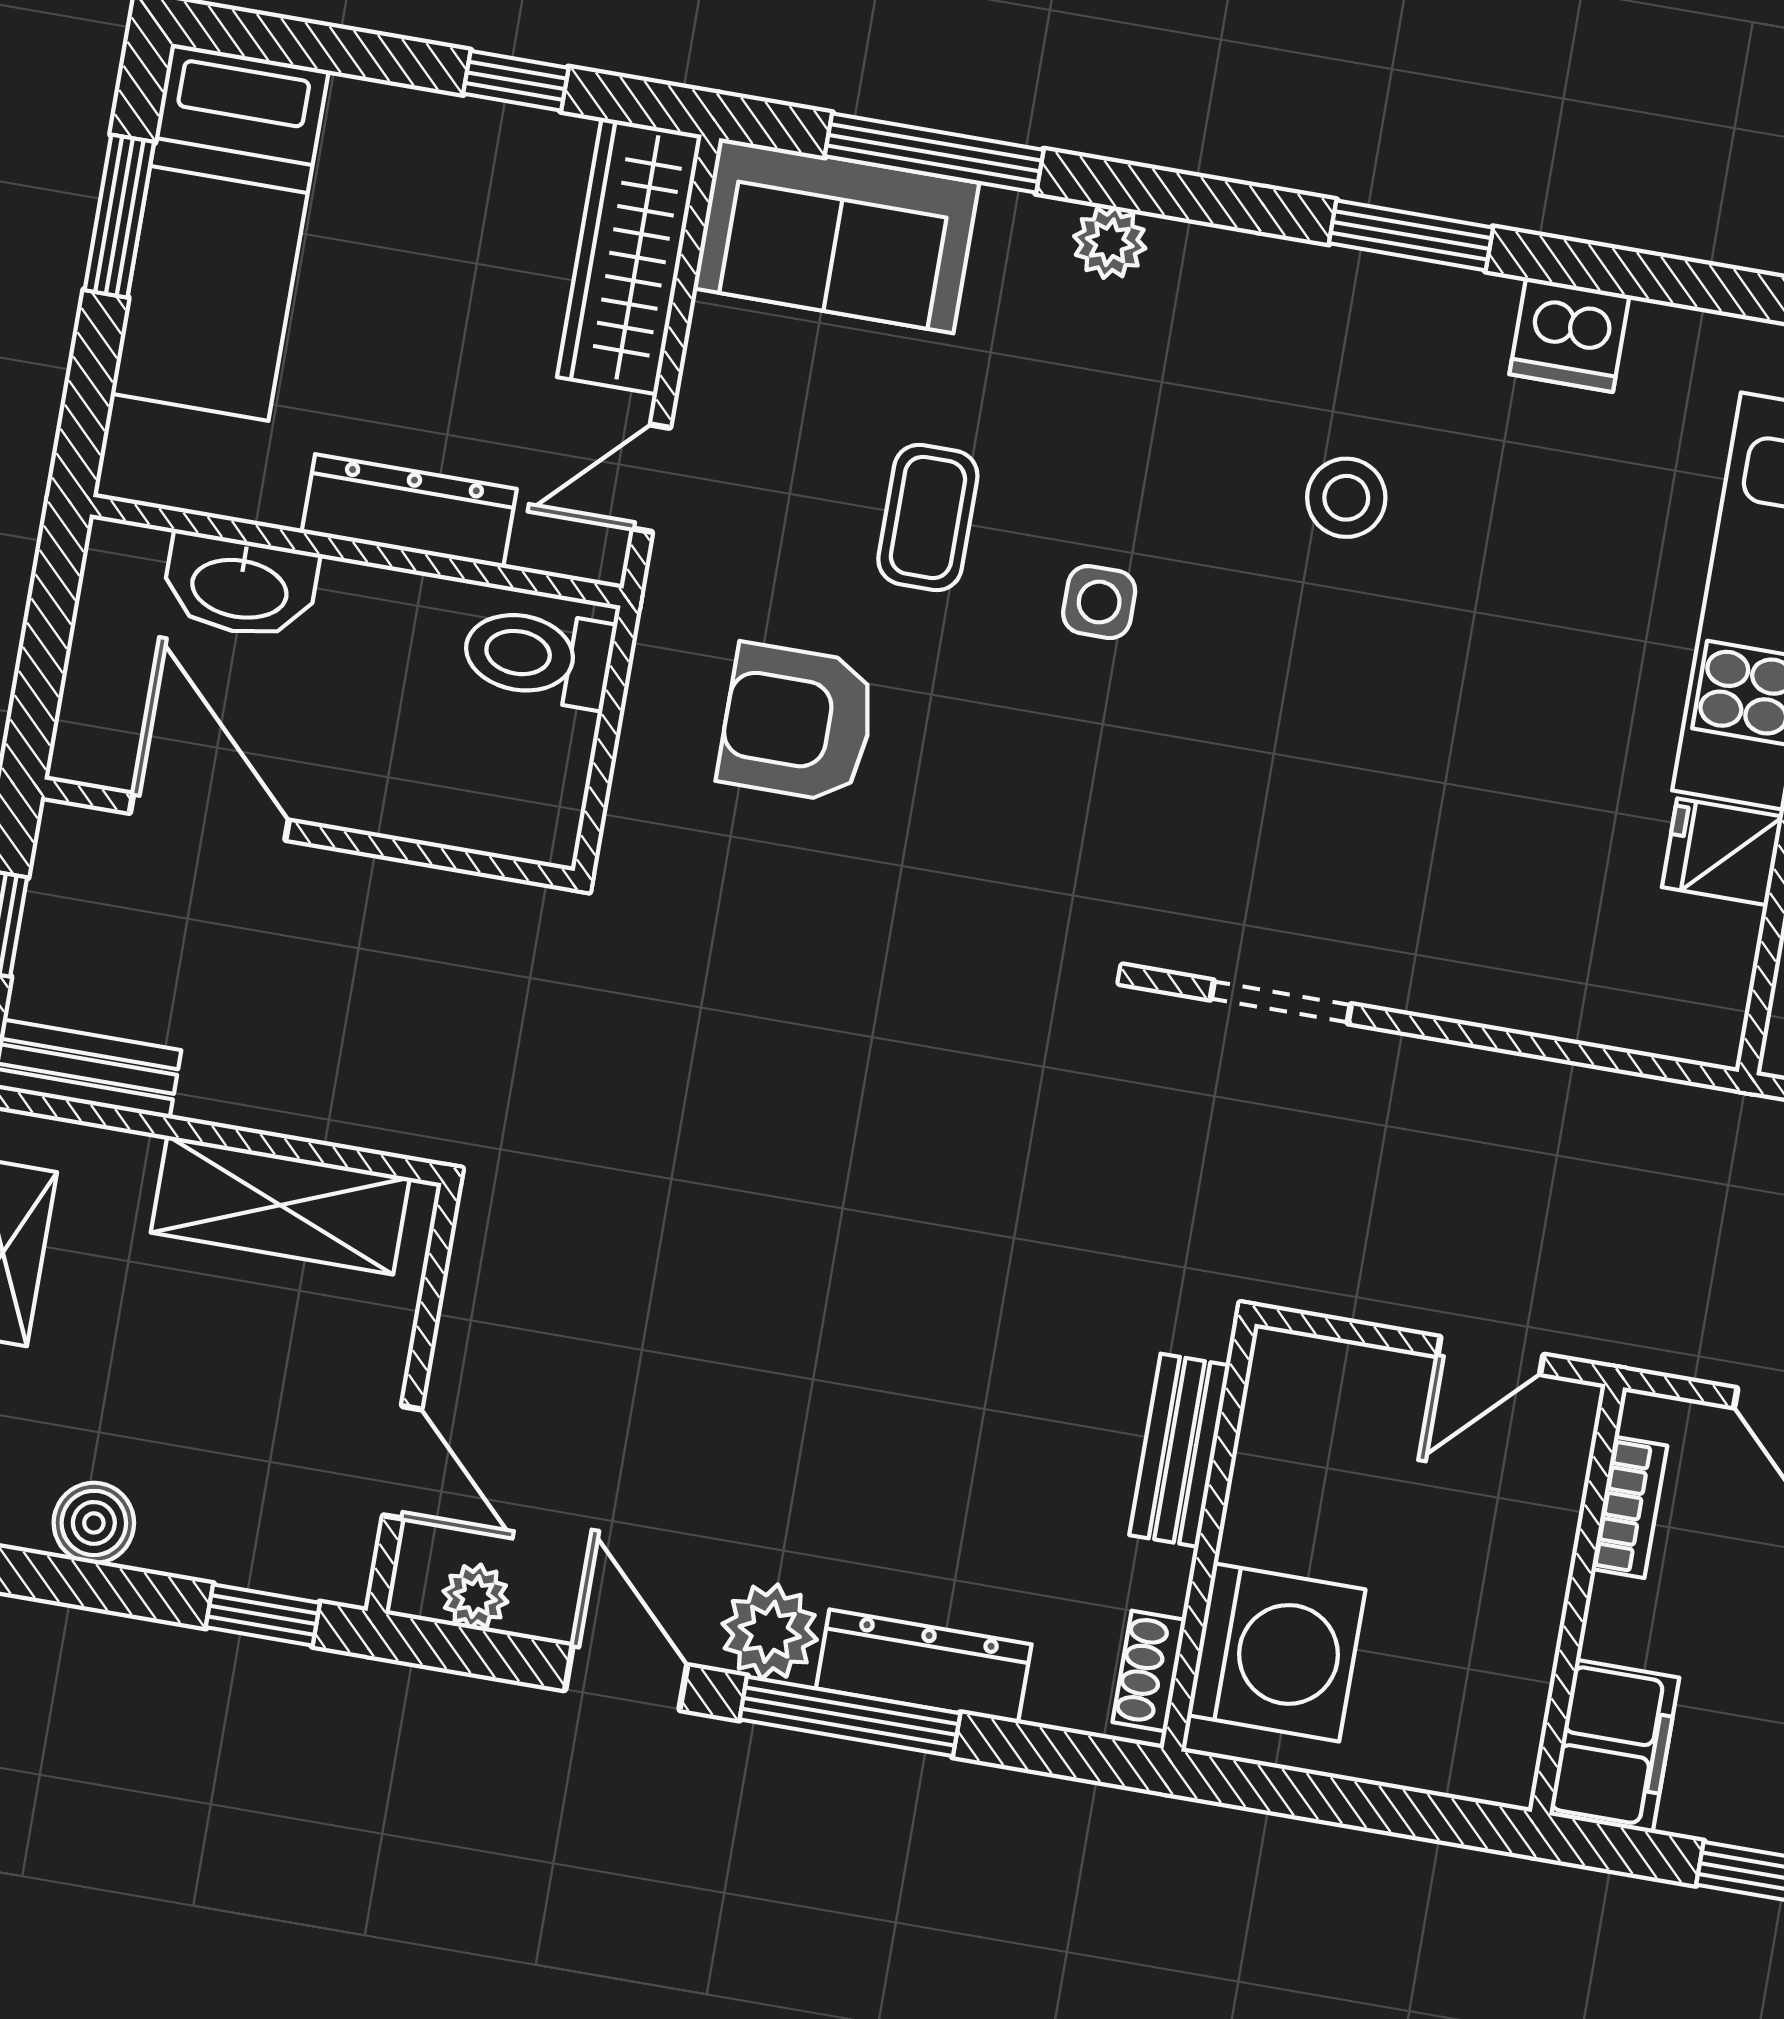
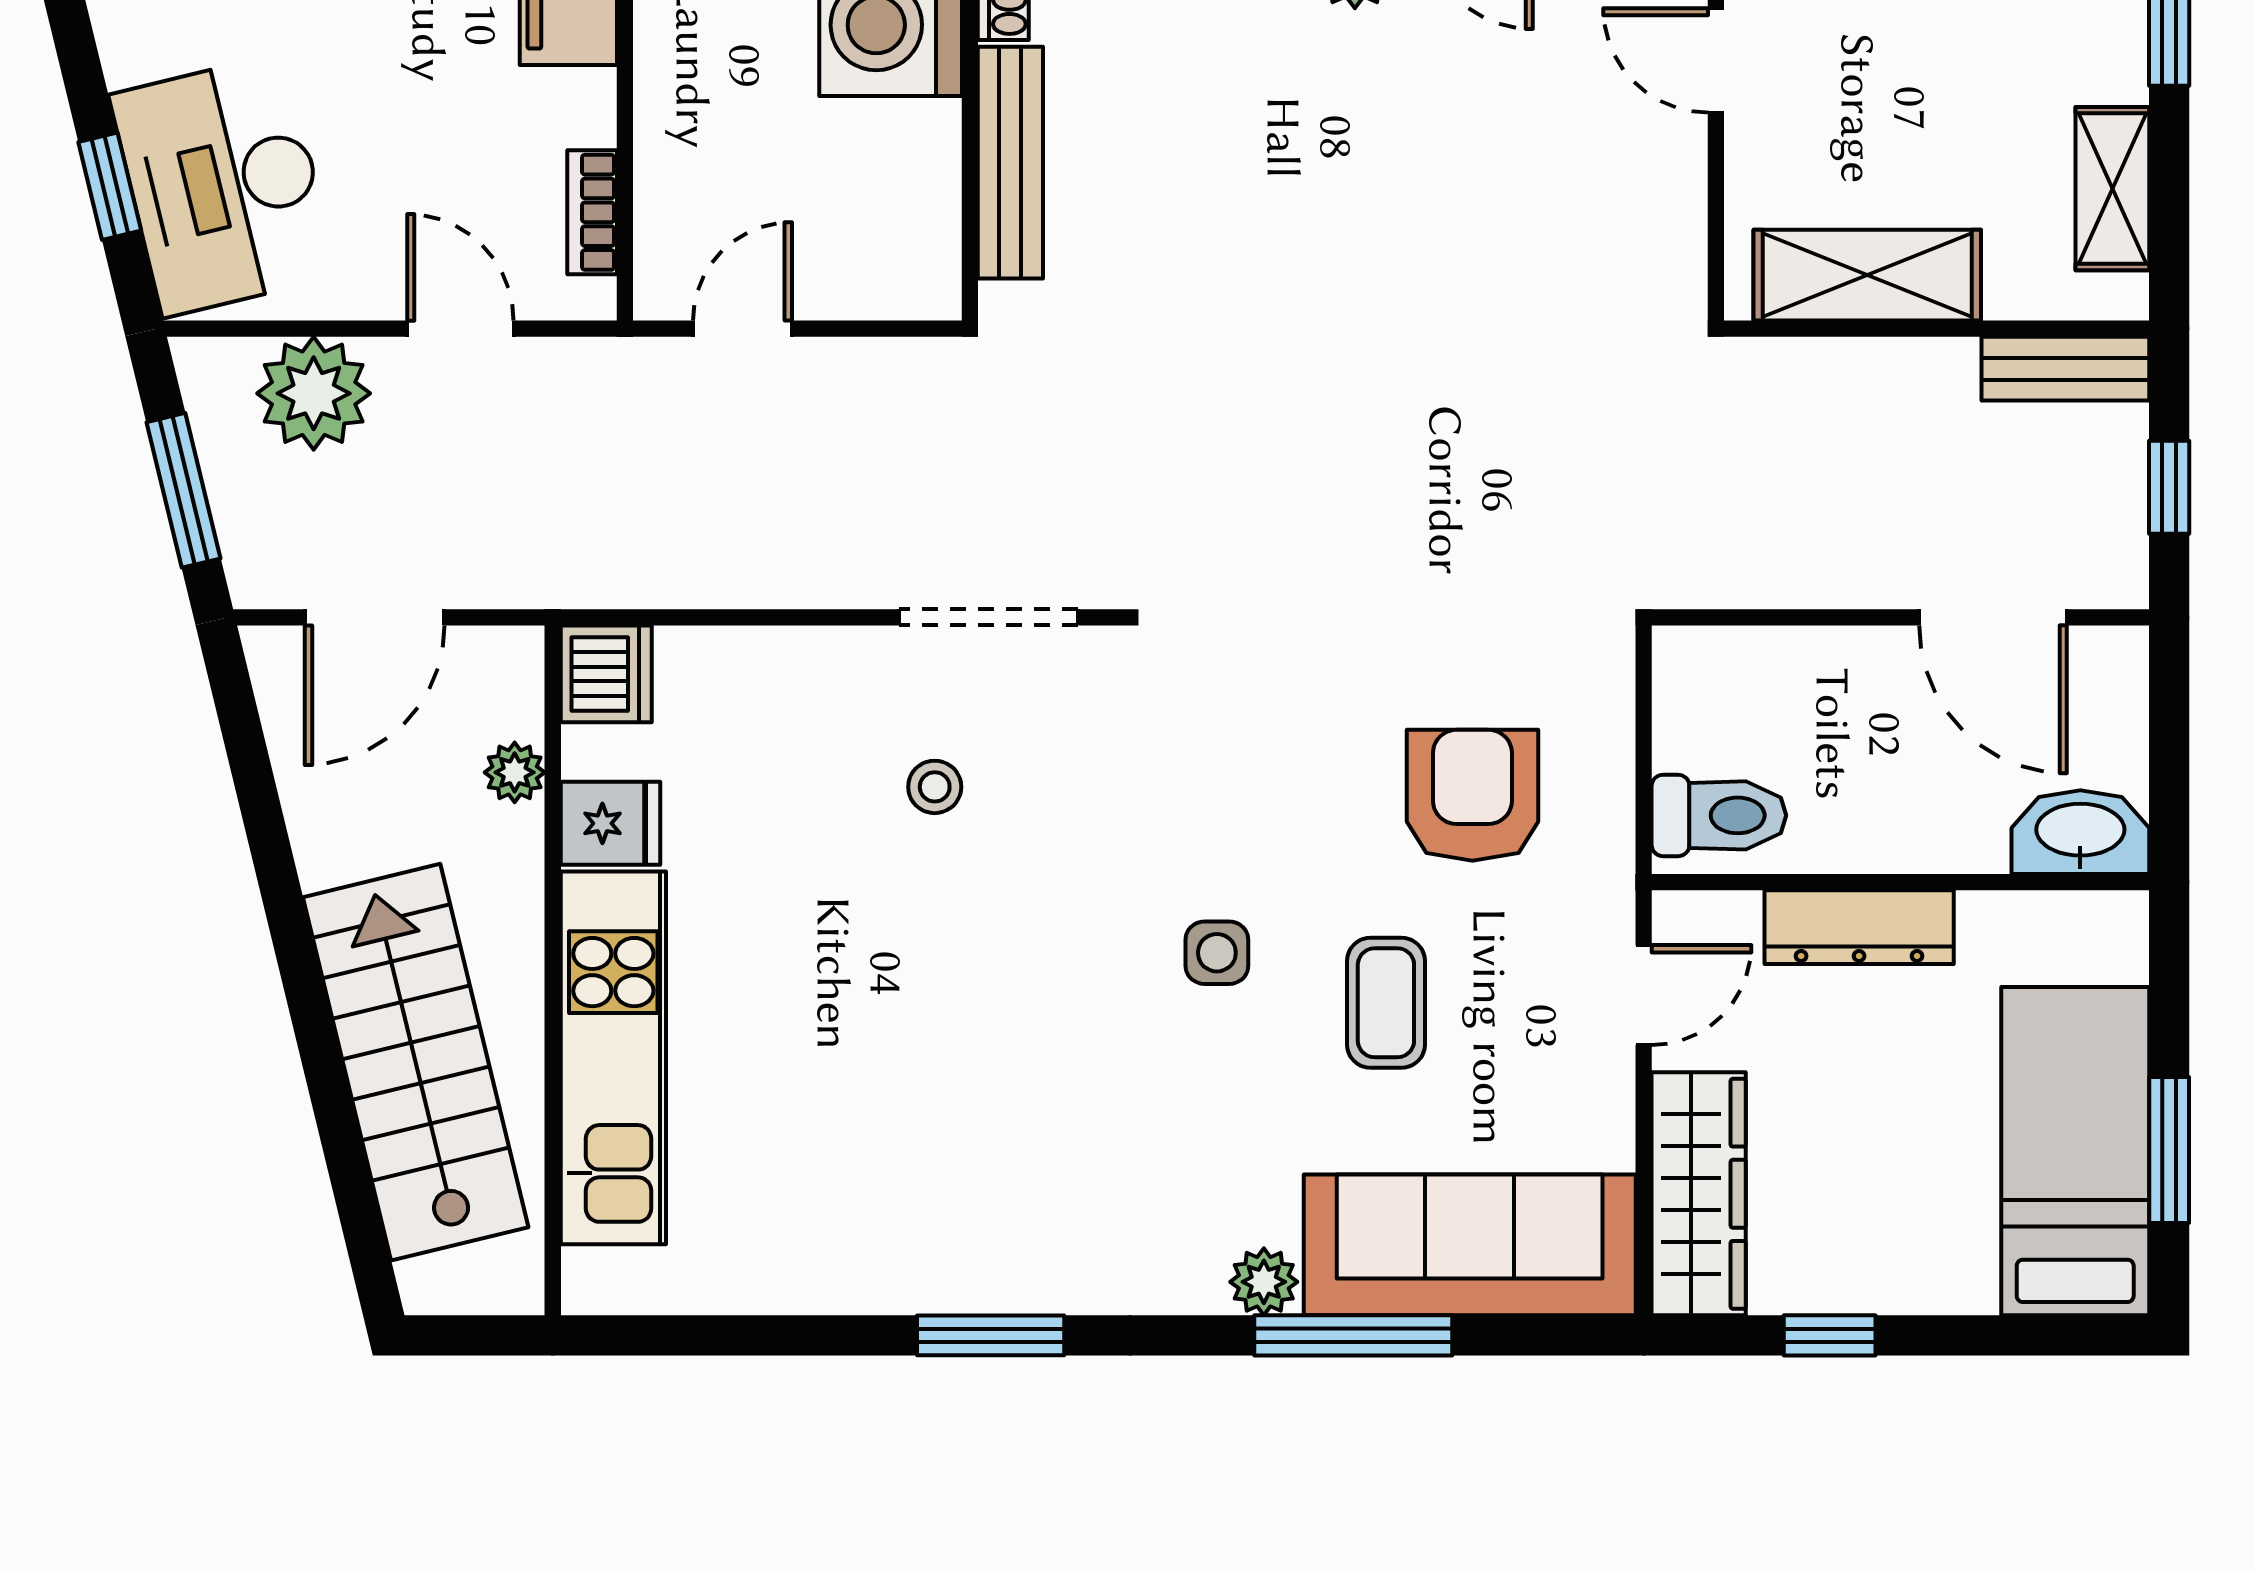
window: (934, 153) -> (1353, 1335), moved
sofa: (836, 236) -> (1470, 1245), width x1.36
dishwasher: (1569, 335) -> (606, 674), moved, turned 90
stool: (1346, 498) -> (935, 787), moved, width x0.73, depth x0.73
washbasin: (240, 586) -> (2080, 832), moved
armchair: (797, 723) -> (1472, 795), turned -90
doorway: (1281, 1002) -> (989, 617), width x1.38
bench: (1180, 1450) -> (1010, 163), width x1.36

